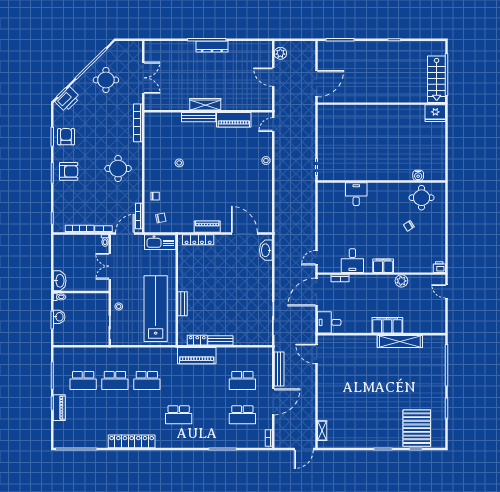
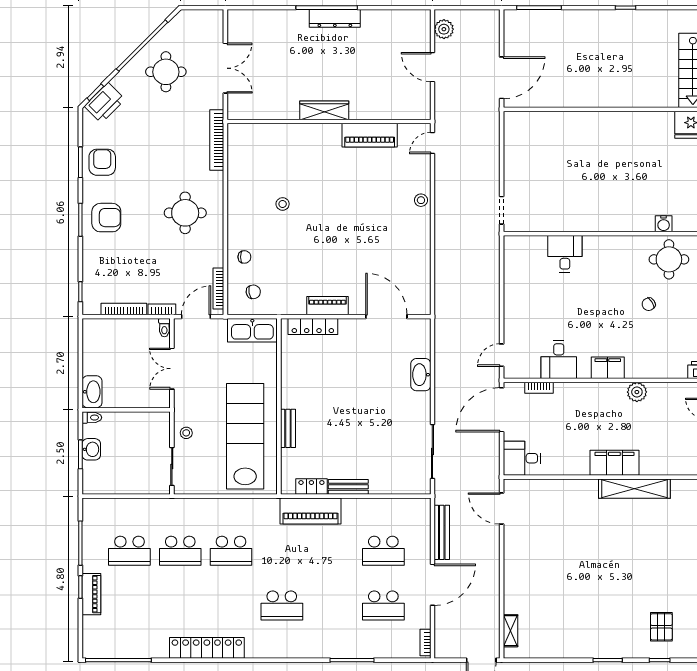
bench: (199, 117) -> (314, 131), removed
washbasin: (266, 250) -> (421, 375), moved
pallet: (417, 428) -> (661, 627), width x0.49, depth x0.50

